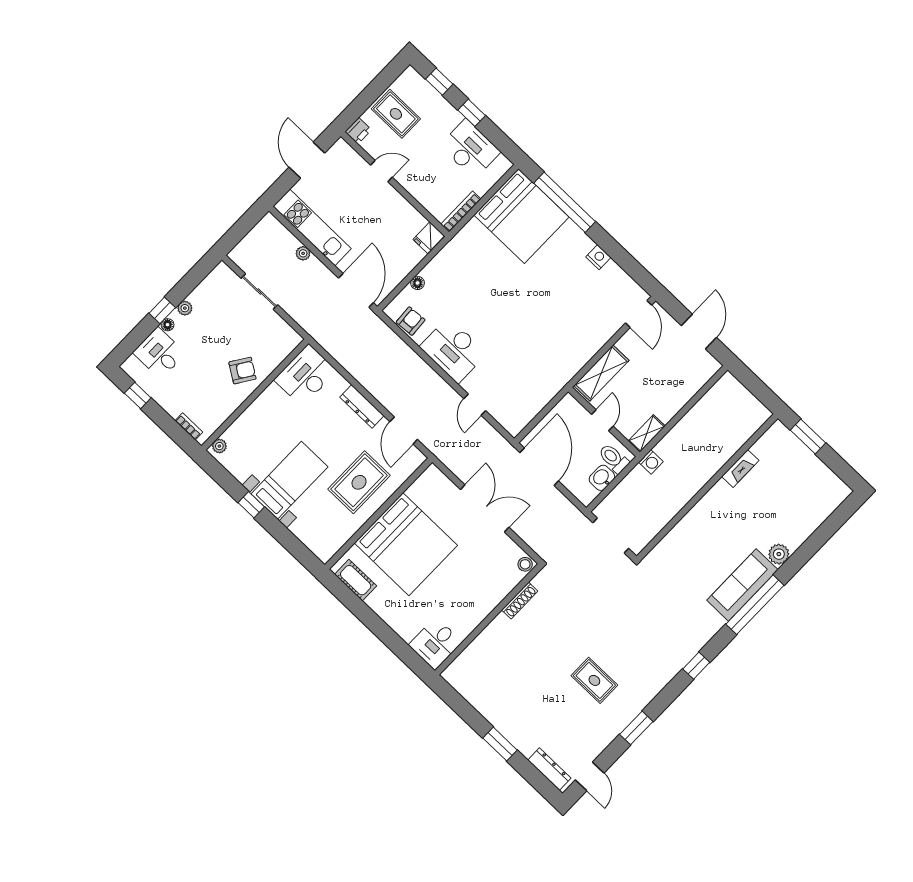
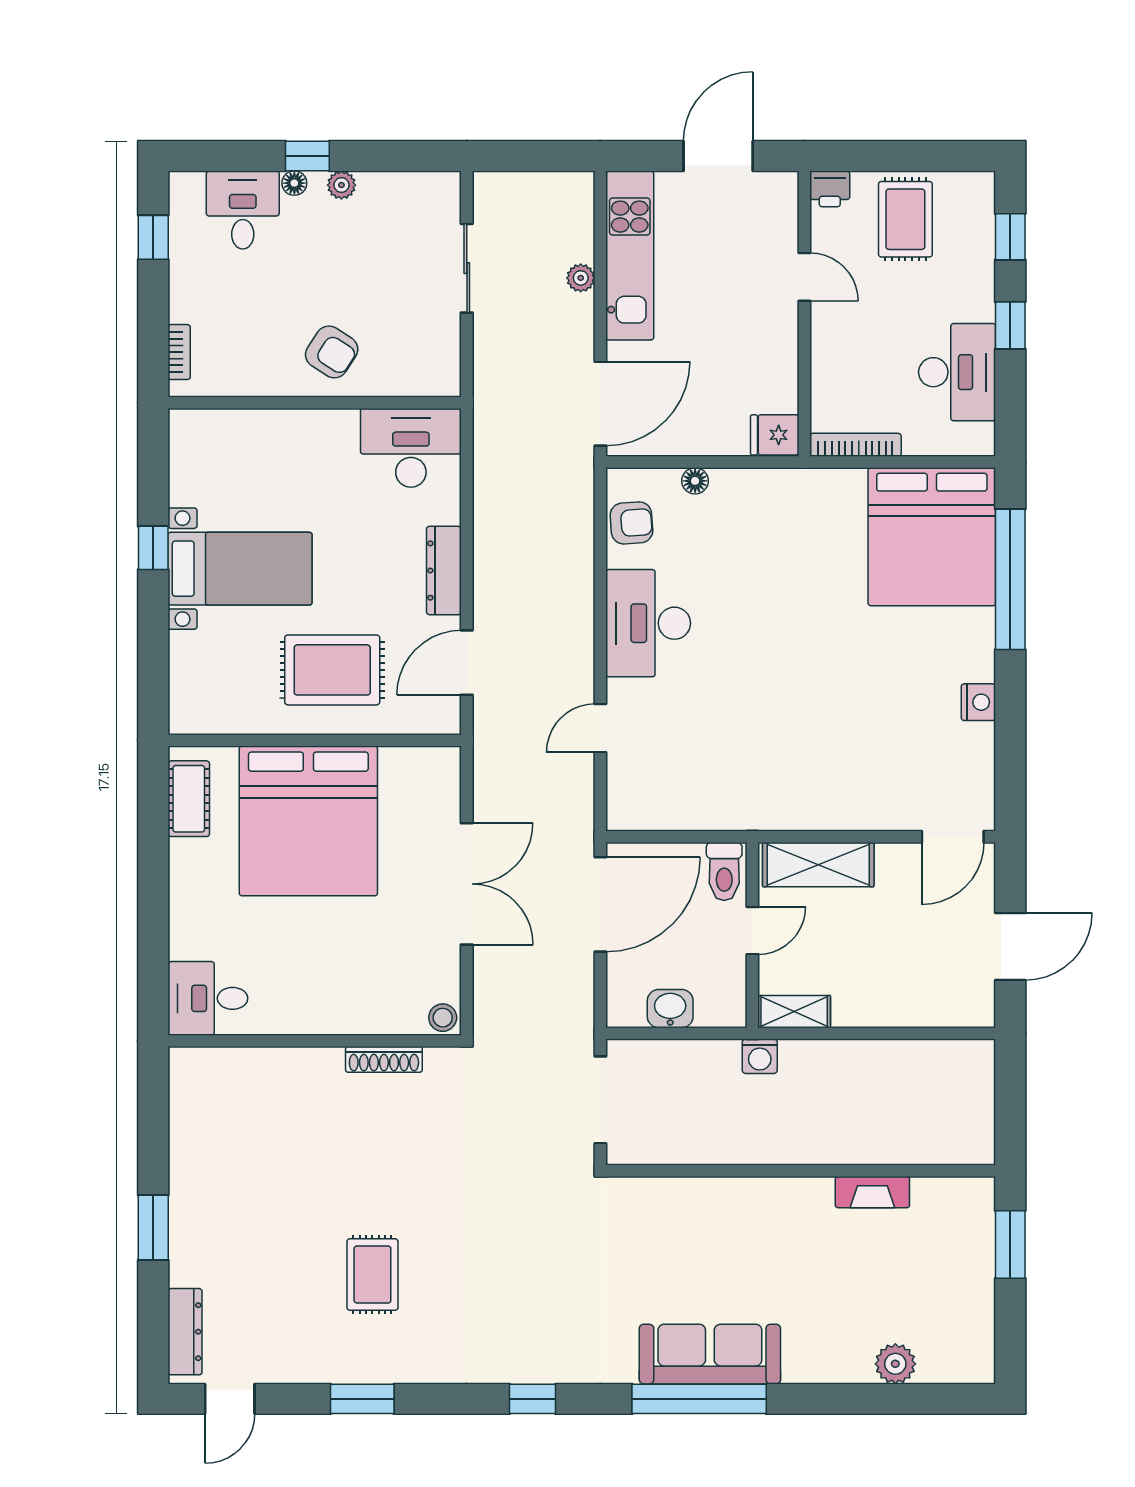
plant: (219, 446) -> (193, 422), removed
toilet: (614, 458) -> (724, 871), moved, turned 180
plant: (779, 554) -> (895, 1364), moved

